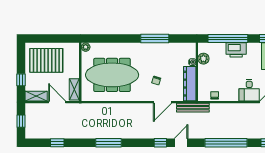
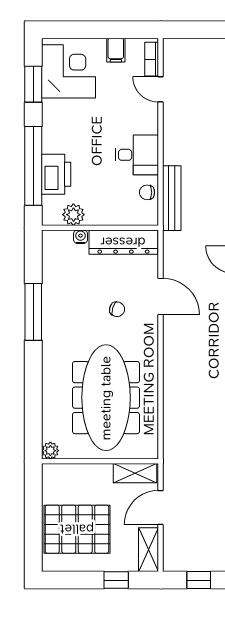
printer: (236, 50) -> (56, 174), moved
pallet: (46, 60) -> (77, 529), turned 90
desk: (249, 90) -> (137, 155), moved
bench: (193, 108) -> (172, 198), moved

